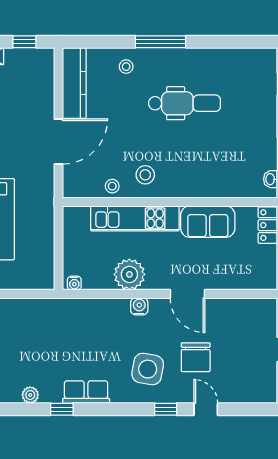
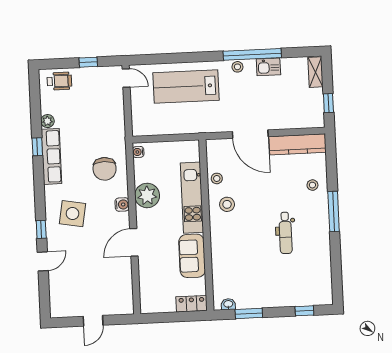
dental chair: (185, 103) -> (285, 233), width x0.73, depth x0.72
chair: (196, 357) -> (105, 169), moved, turned -90
row of seats: (86, 392) -> (51, 156), width x1.48

